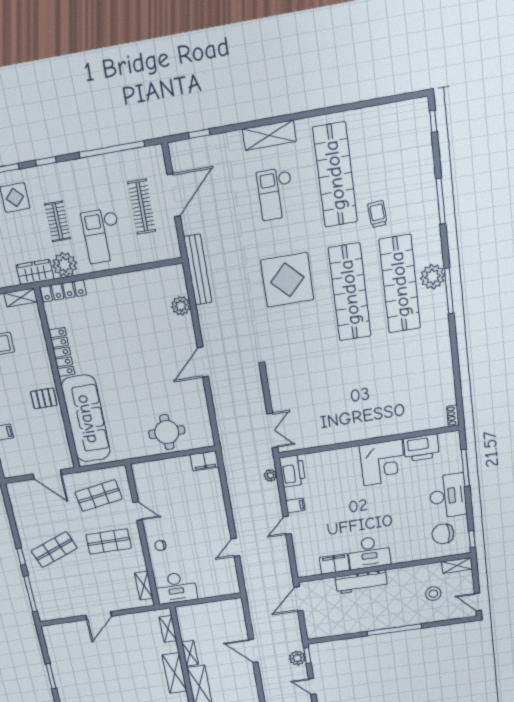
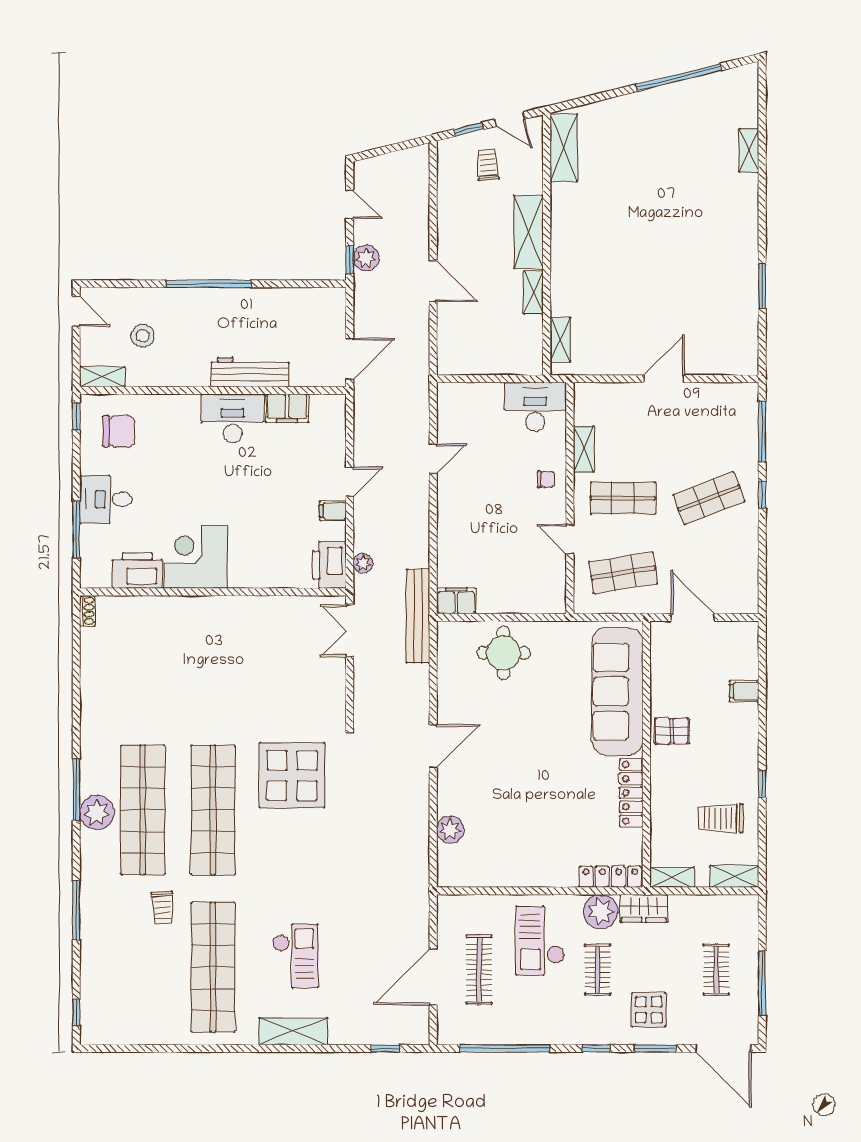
checkout: (103, 236) -> (540, 941), turned 180
bench: (198, 270) -> (418, 616), moved
display table: (287, 280) -> (292, 775), moved
desk: (448, 496) -> (106, 499), width x0.73
shelving: (144, 586) -> (584, 449), moved
shelving: (175, 673) -> (564, 262), removed

